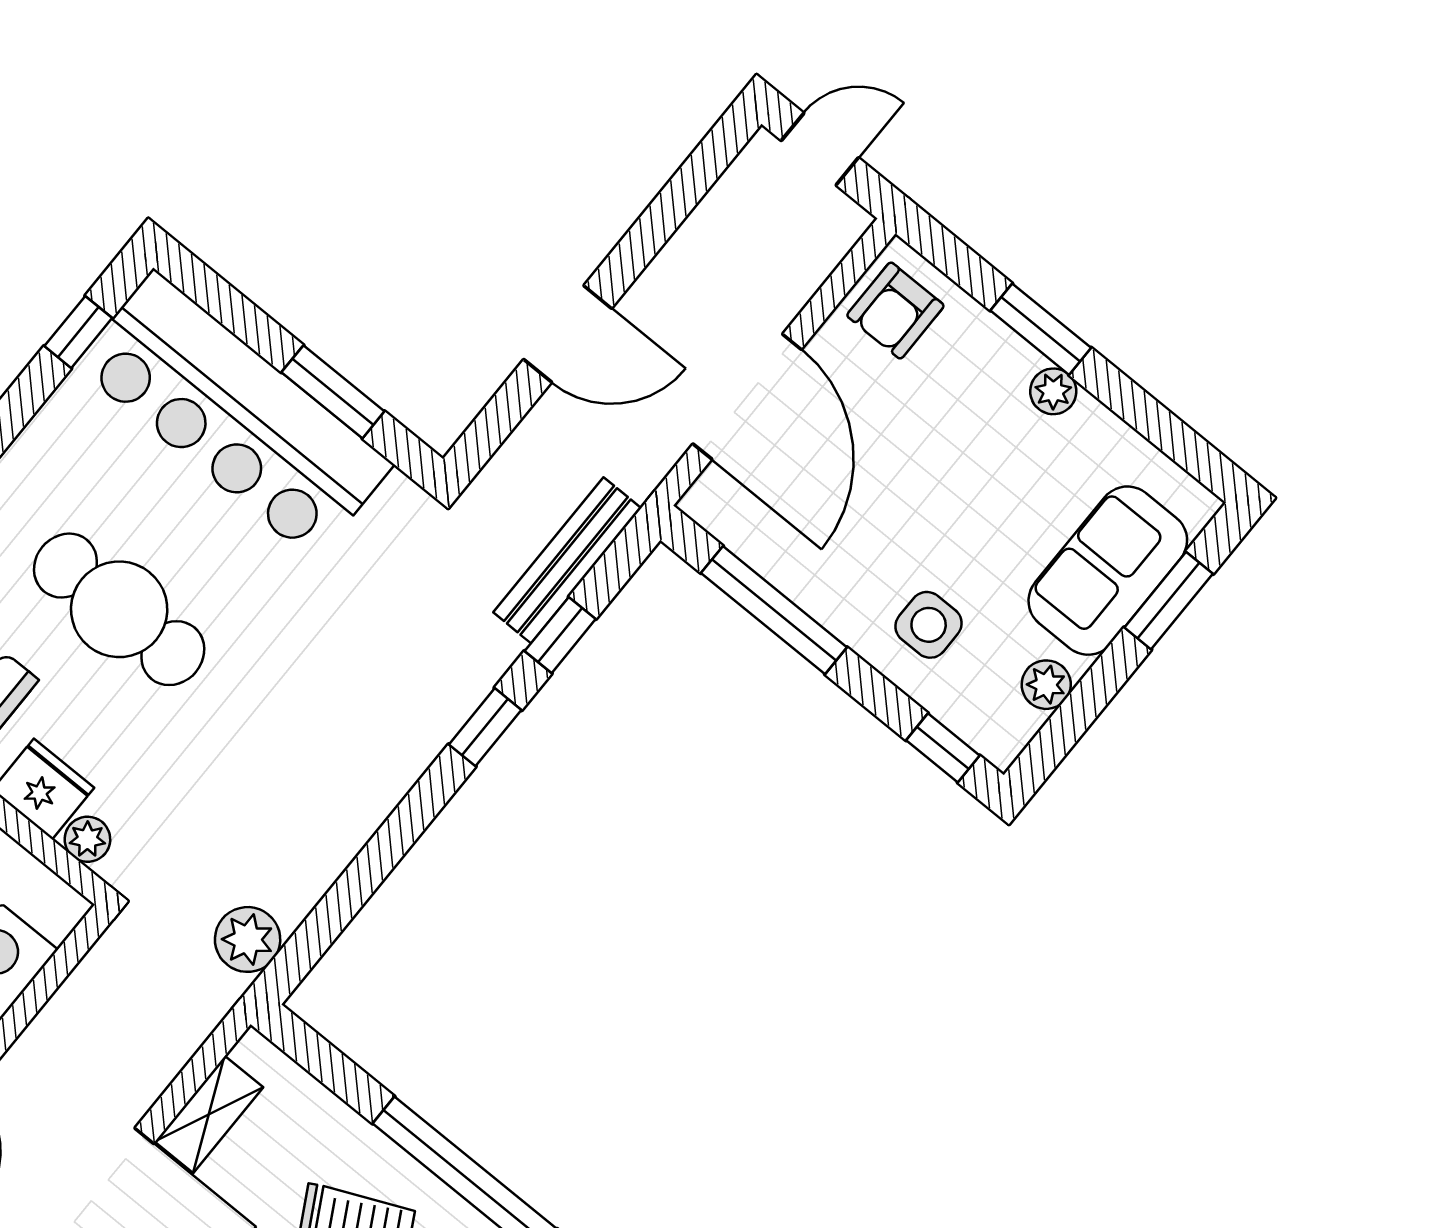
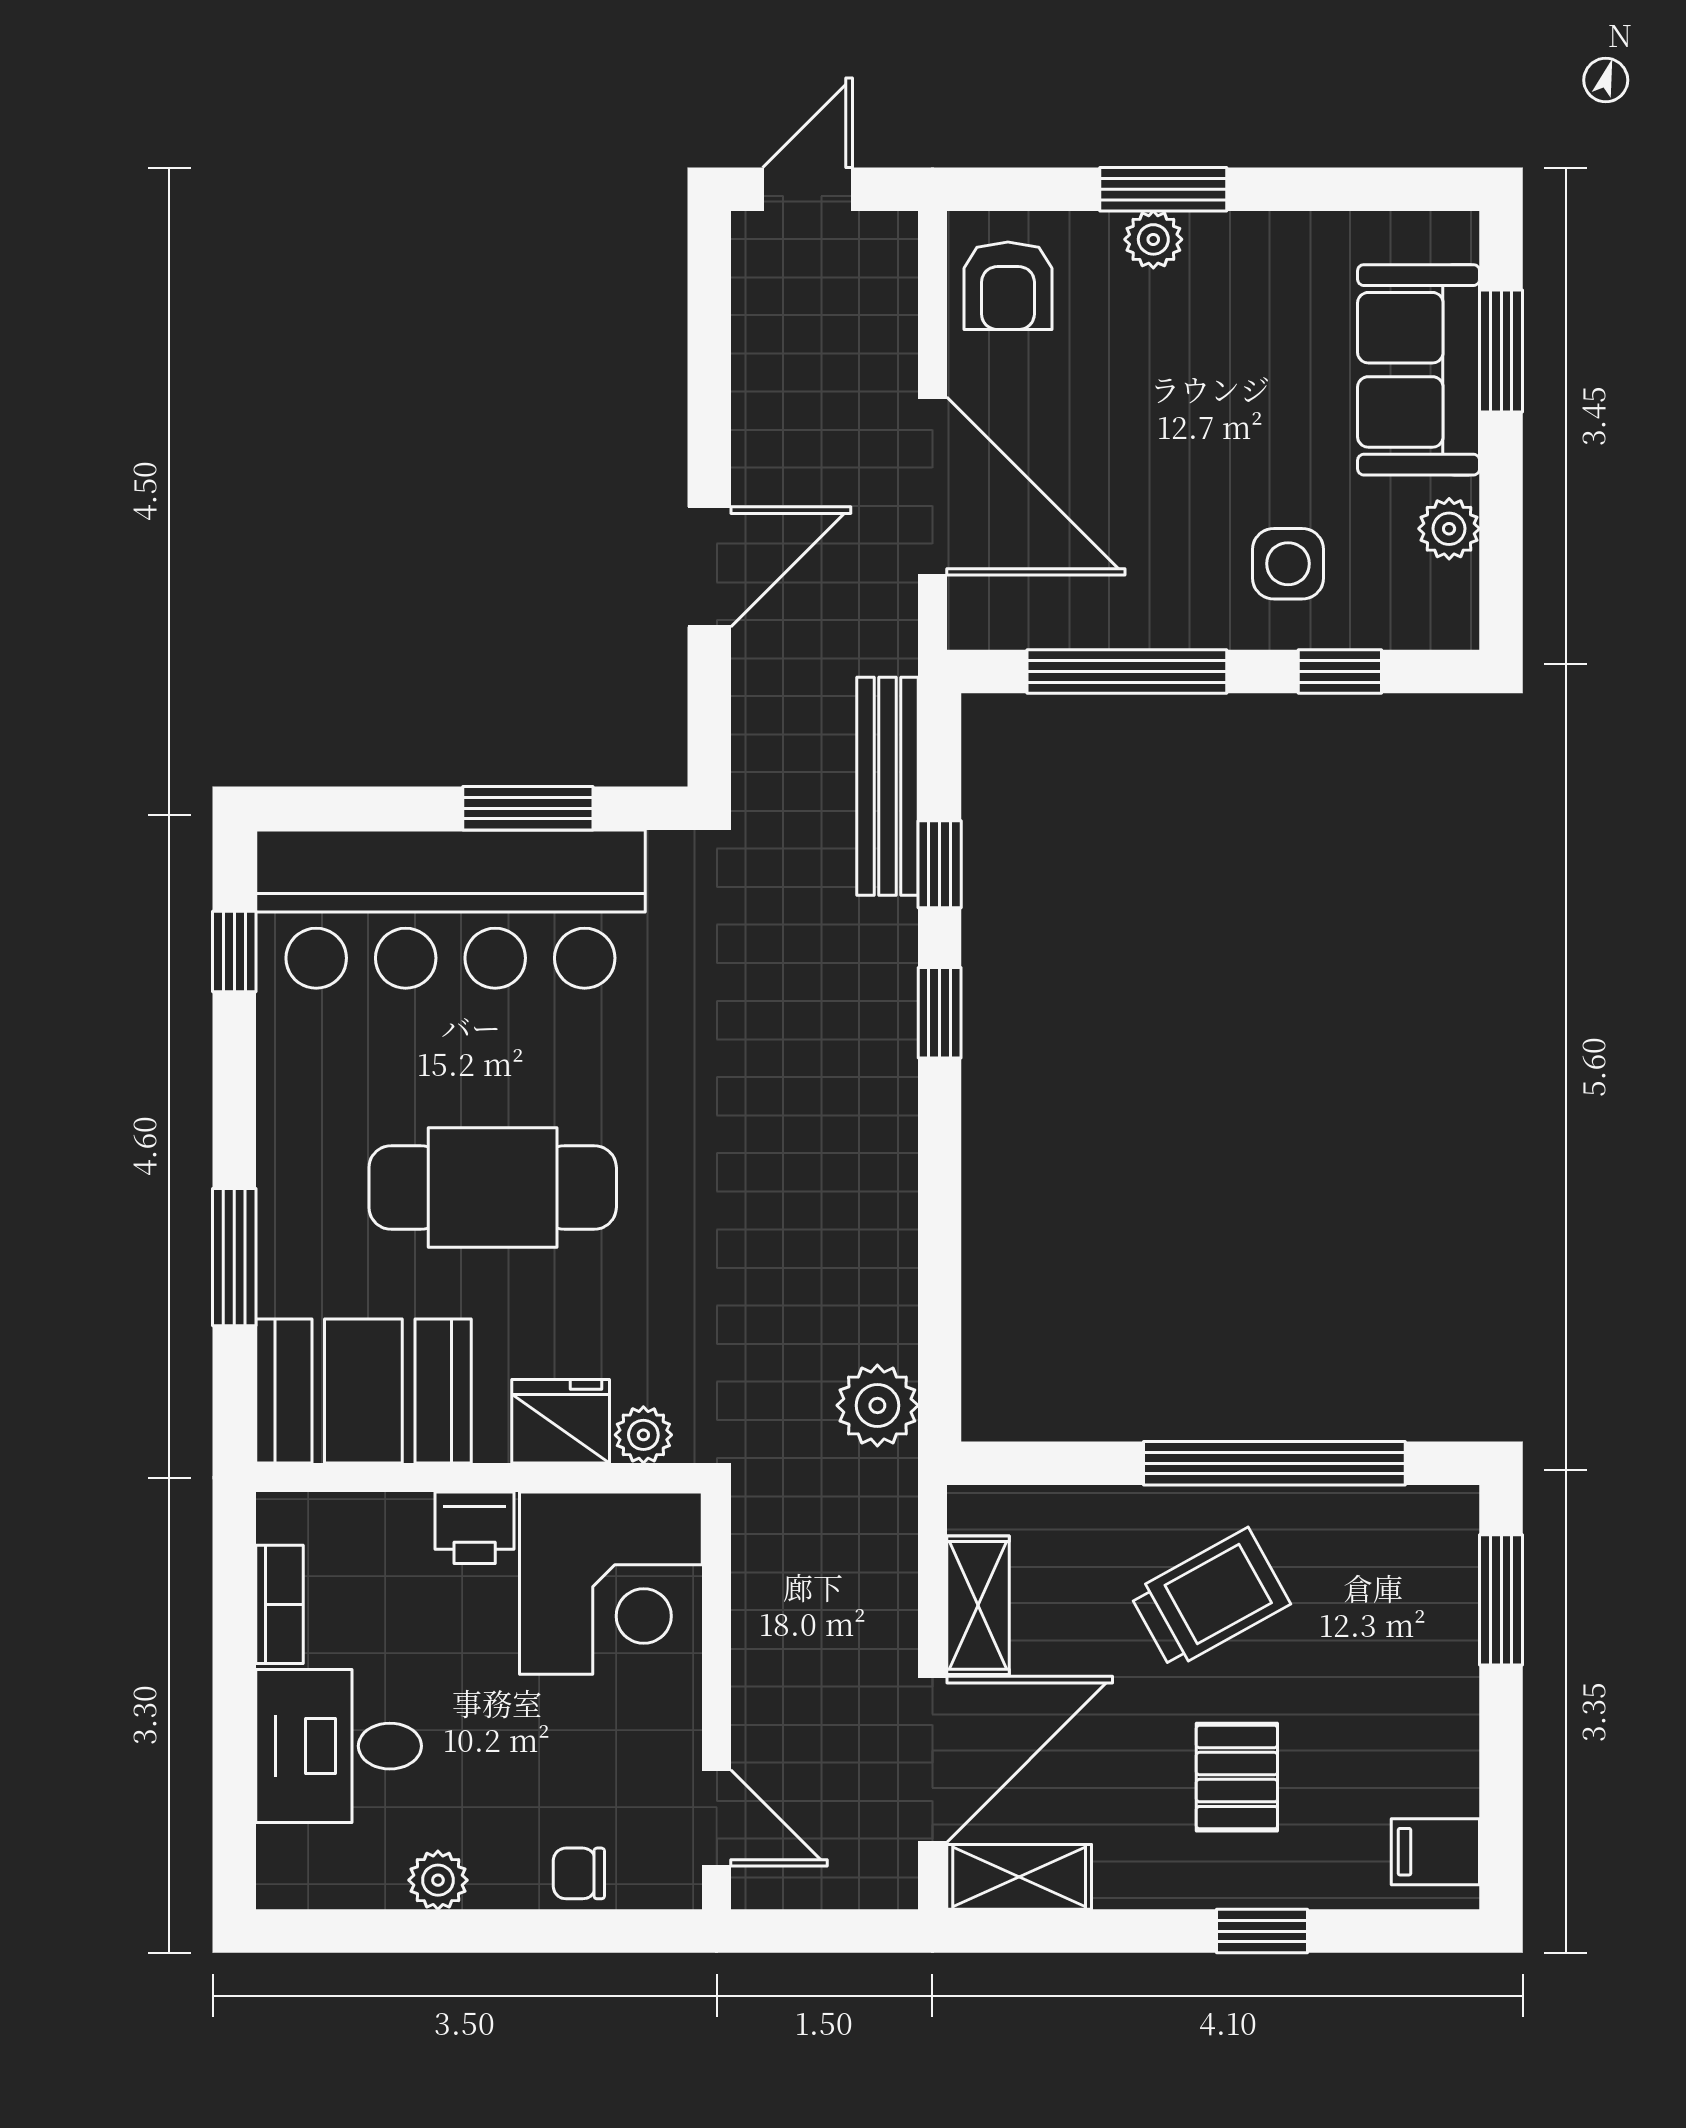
plant: (1053, 391) -> (1153, 239), moved
window: (943, 748) -> (1340, 671), moved

